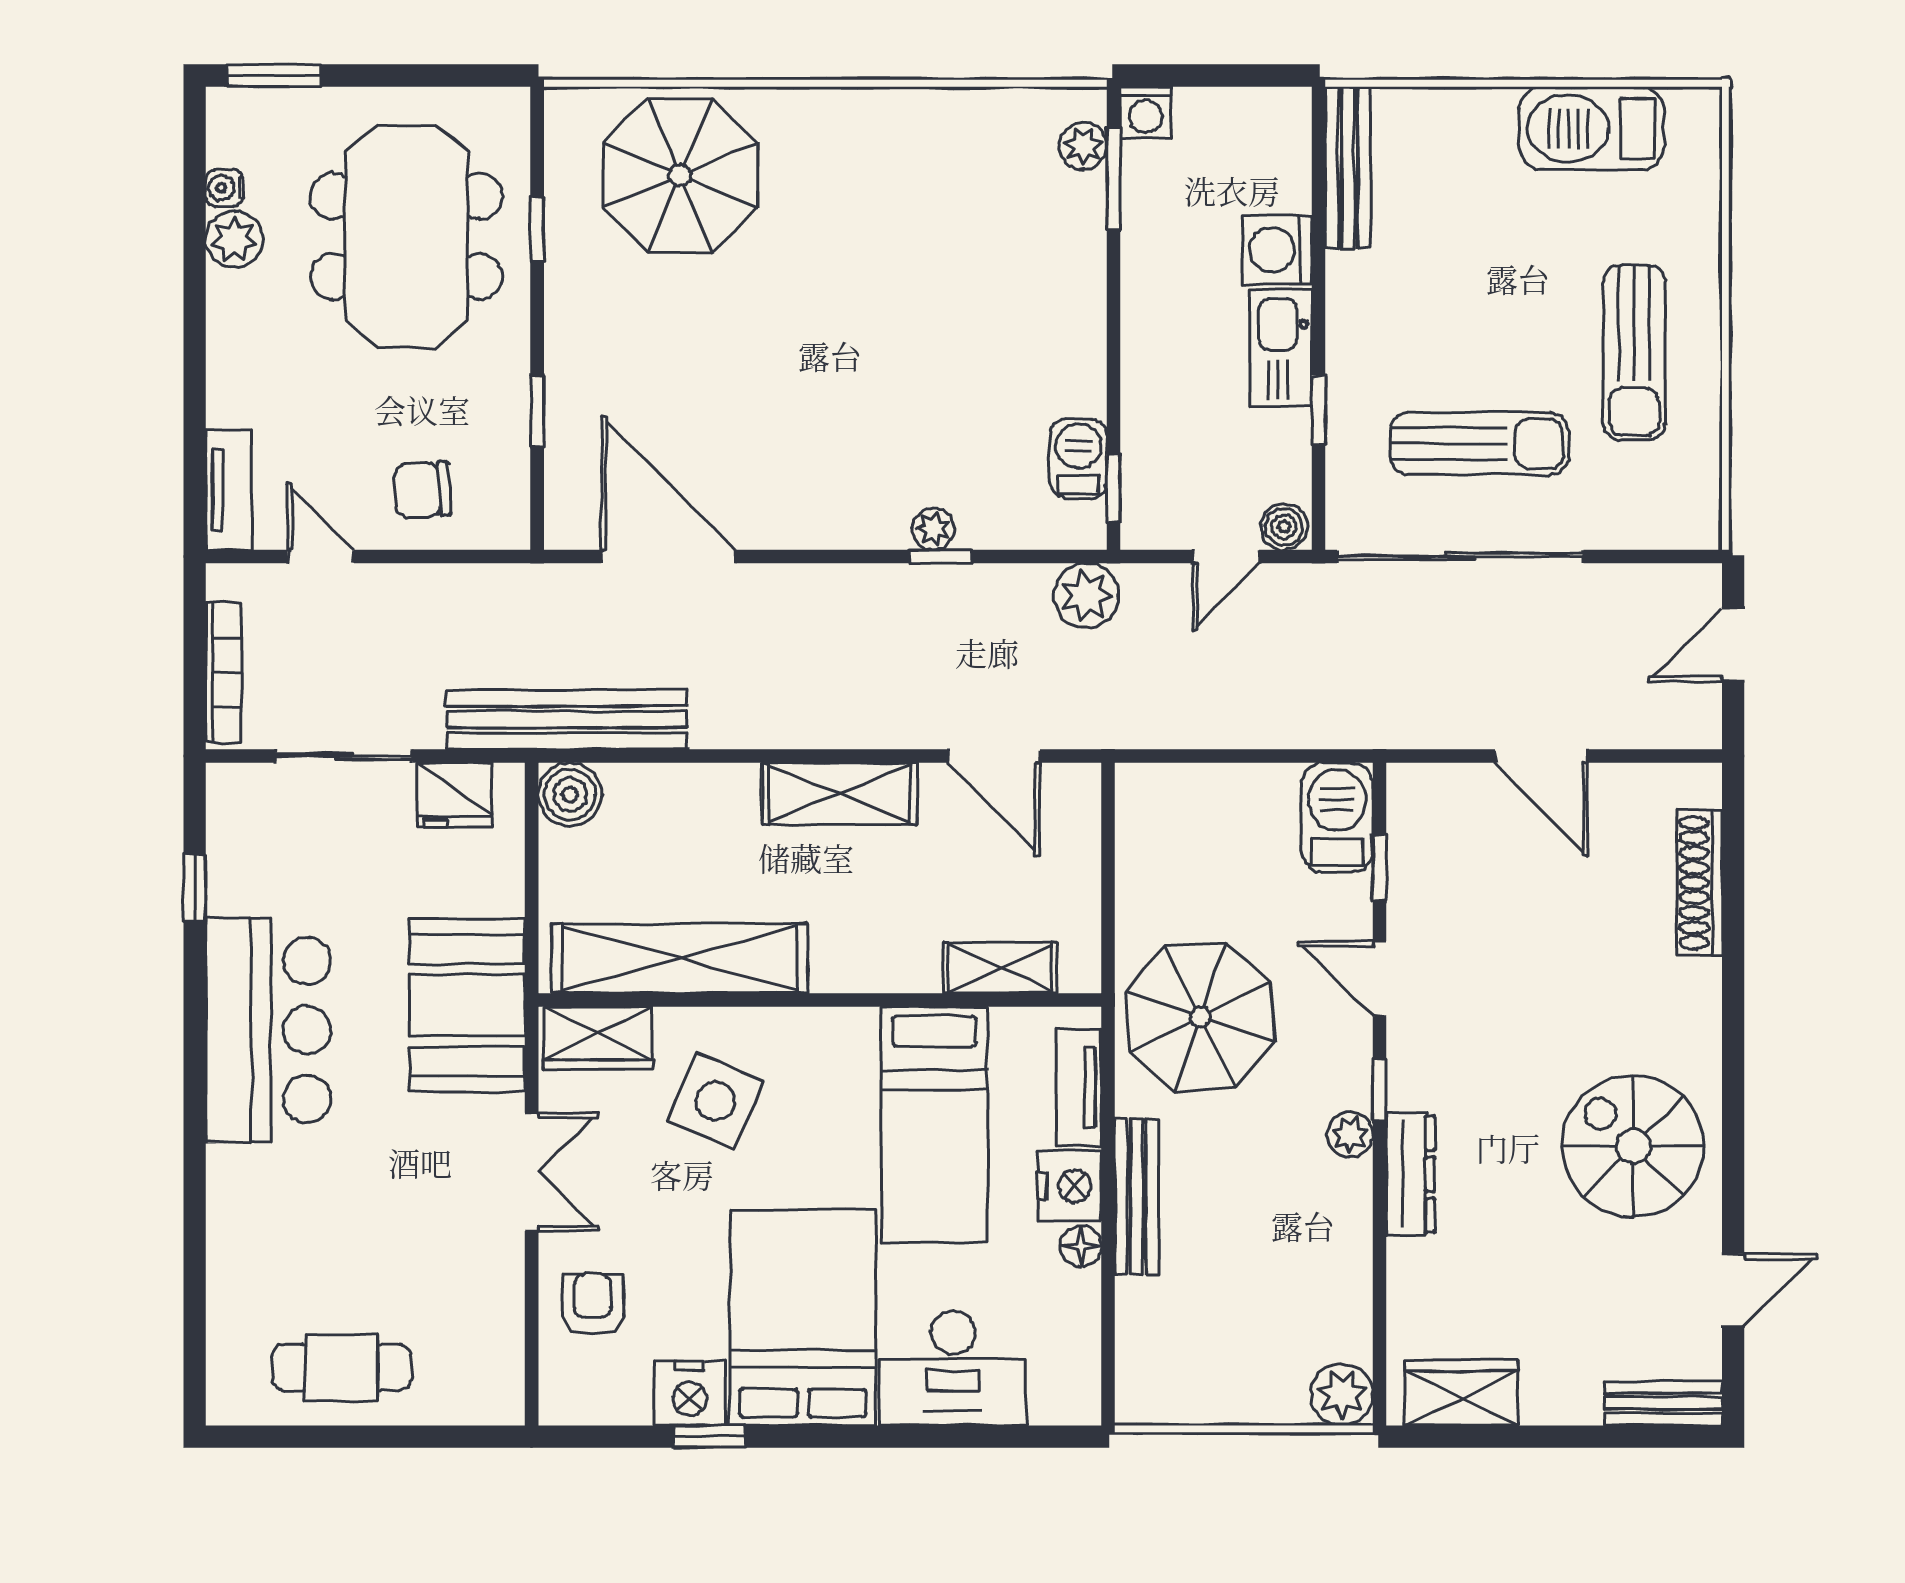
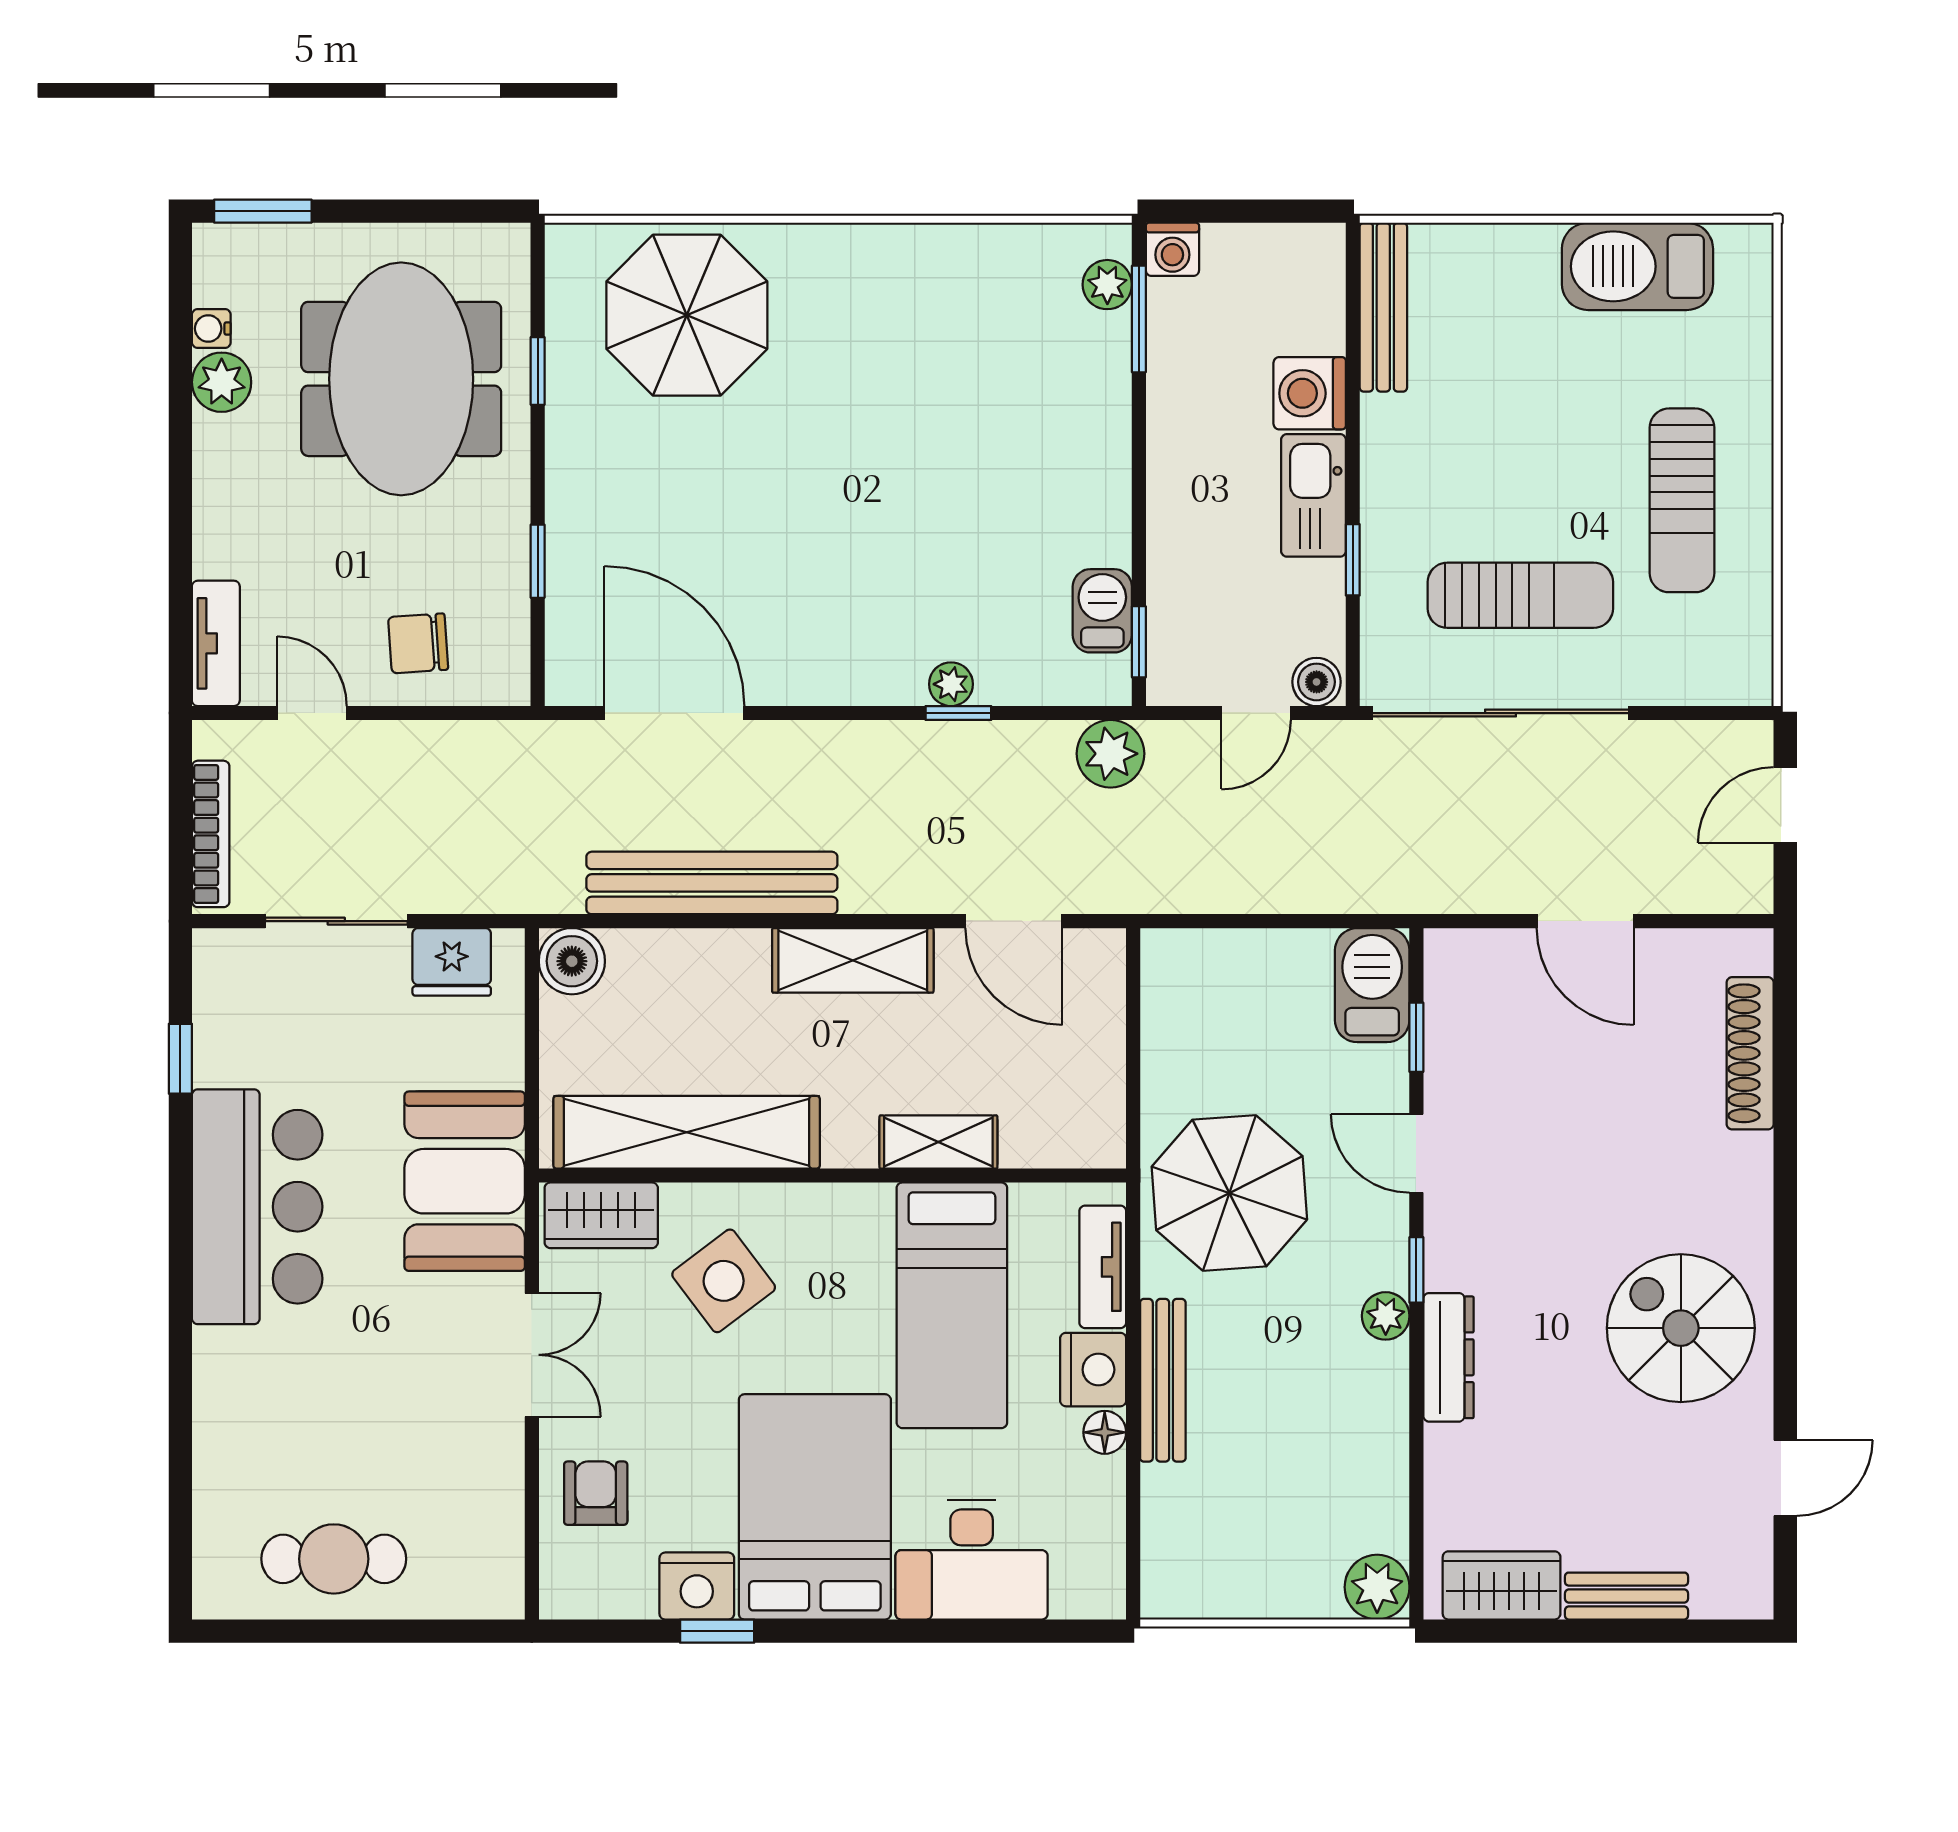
bench: (567, 720) -> (712, 883), moved
shelving: (1000, 968) -> (938, 1142), moved
side table: (715, 1101) -> (724, 1281), turned 30
bench: (1663, 1403) -> (1626, 1596), moved

